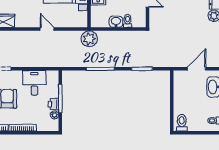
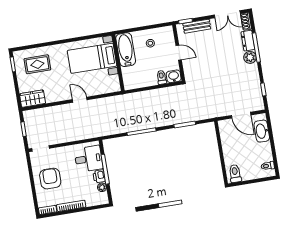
washbasin: (116, 22) -> (174, 76), moved
plant: (89, 39) -> (125, 102), removed
door: (197, 69) -> (241, 115), swing flipped
desk: (34, 83) -> (89, 159), moved, turned 90

